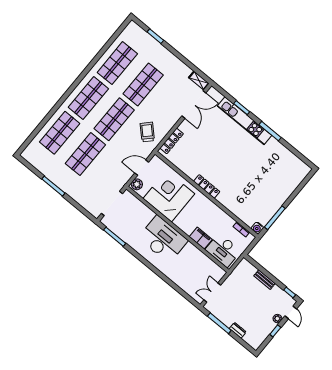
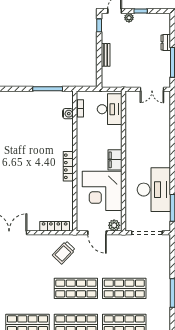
shop shelf: (143, 84) -> (27, 288), removed
water cooler: (257, 228) -> (68, 114), moved
filing cabinet: (201, 238) -> (115, 160), moved
desk: (163, 239) -> (154, 190), moved, turned 180

